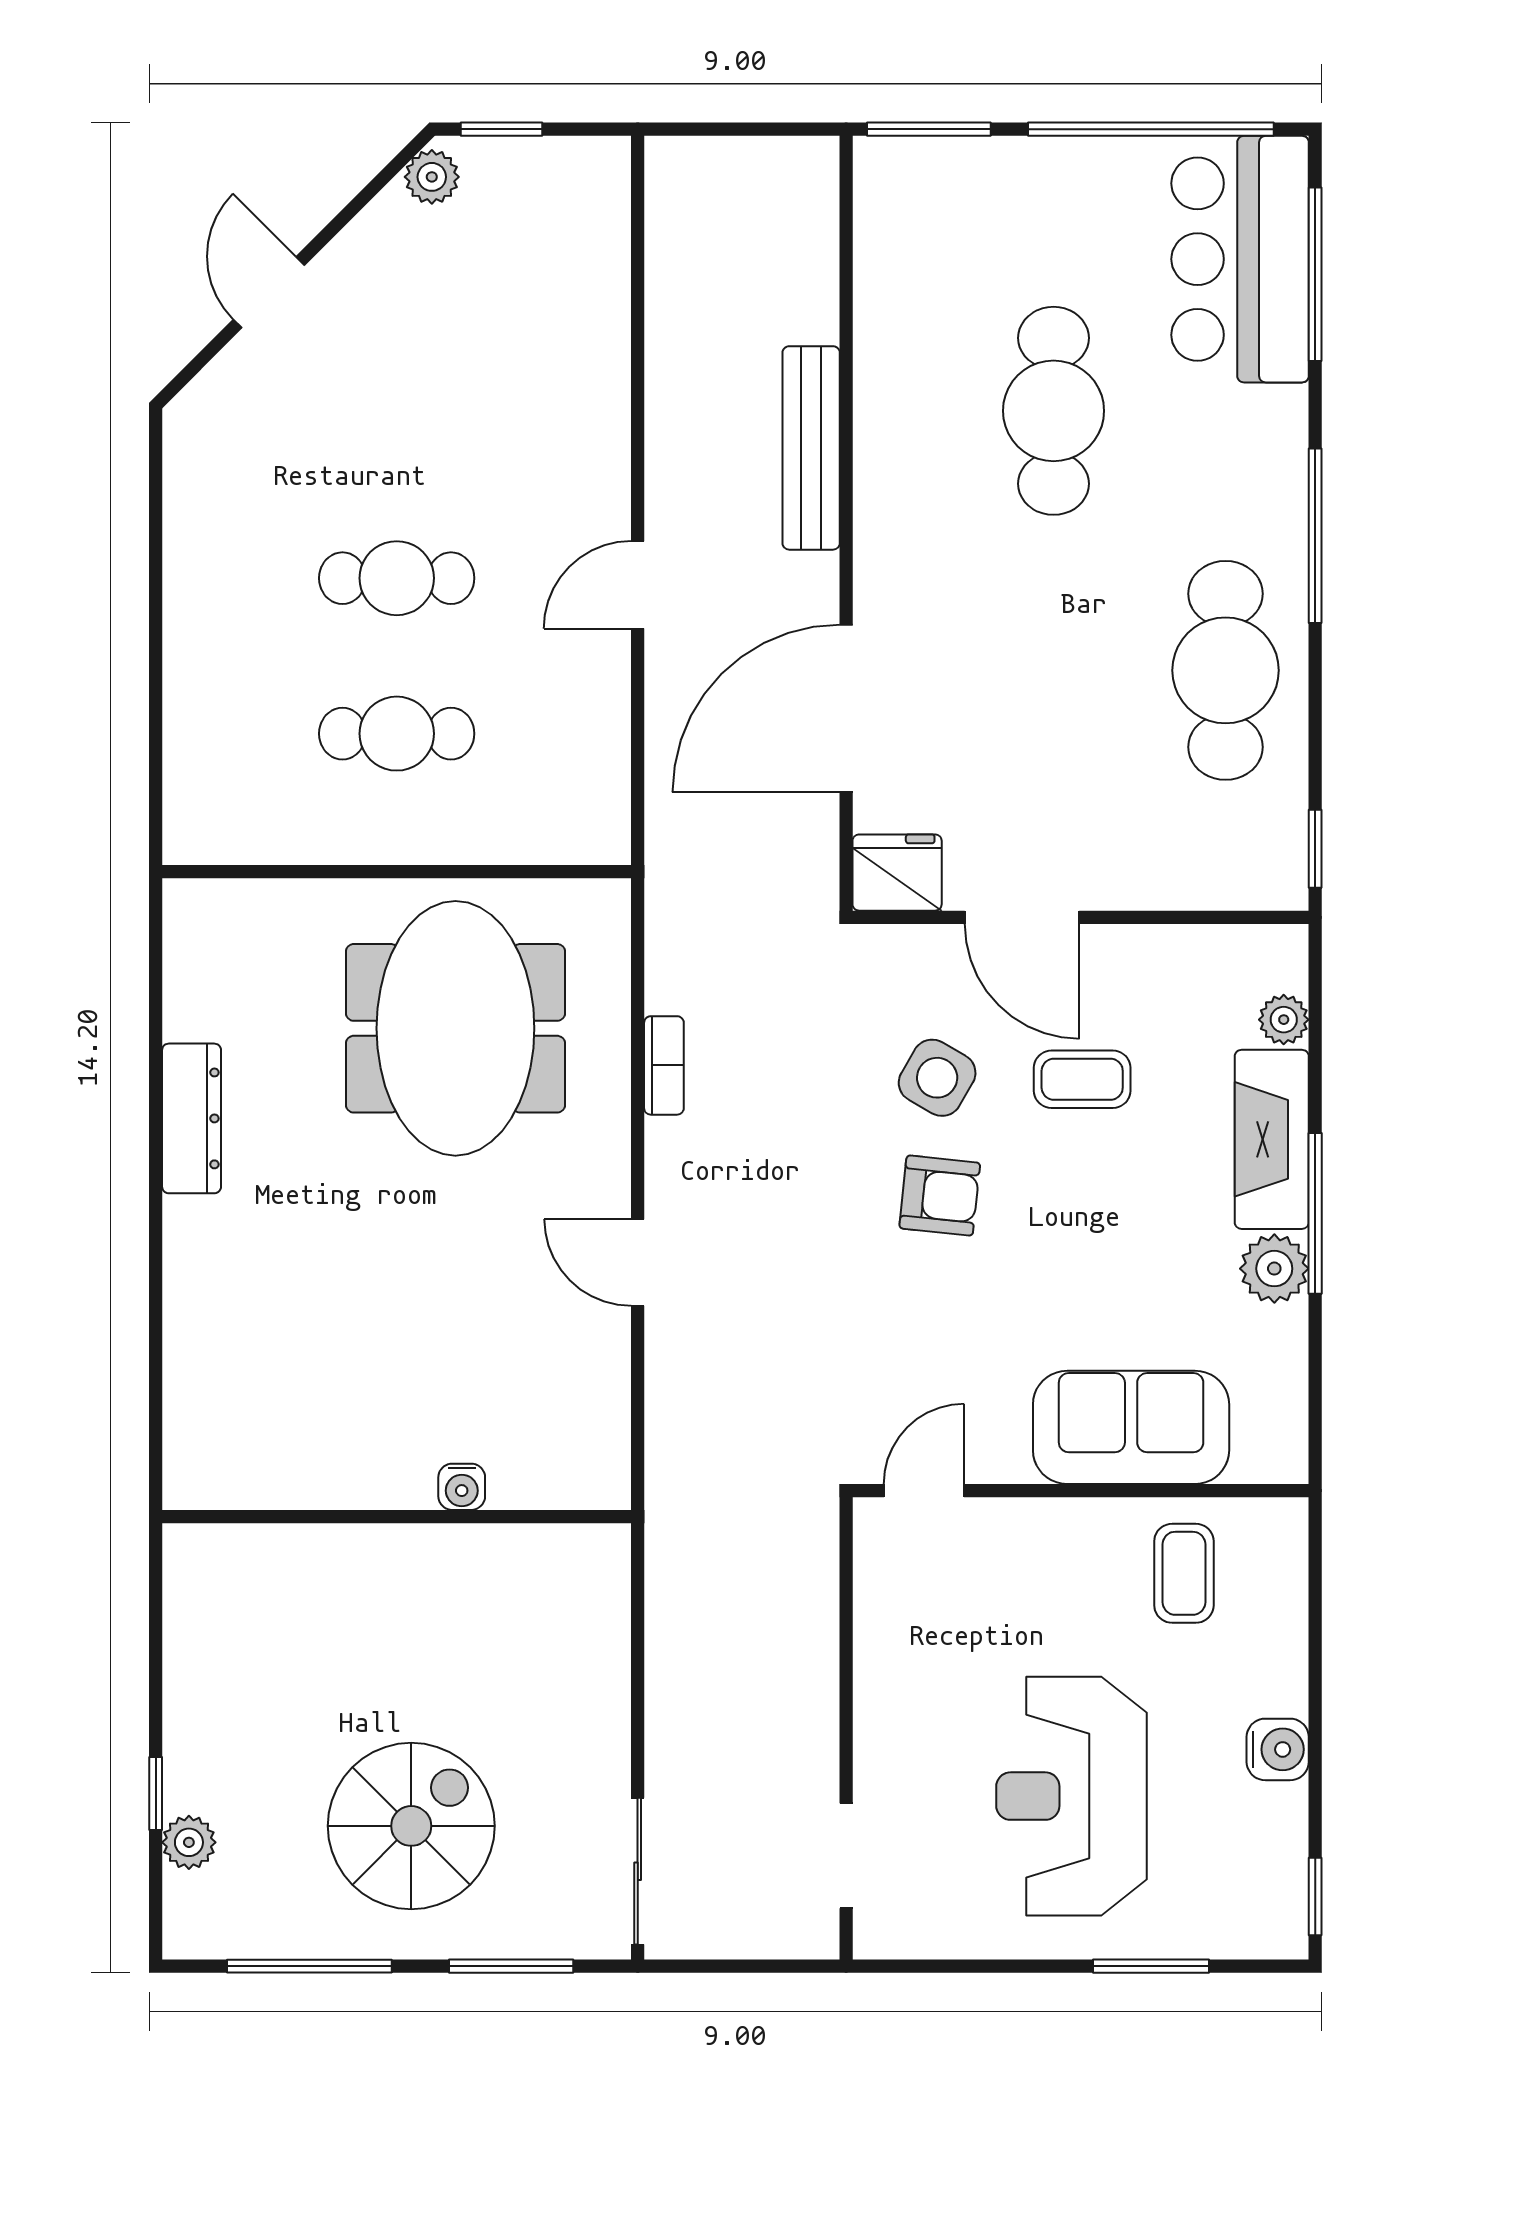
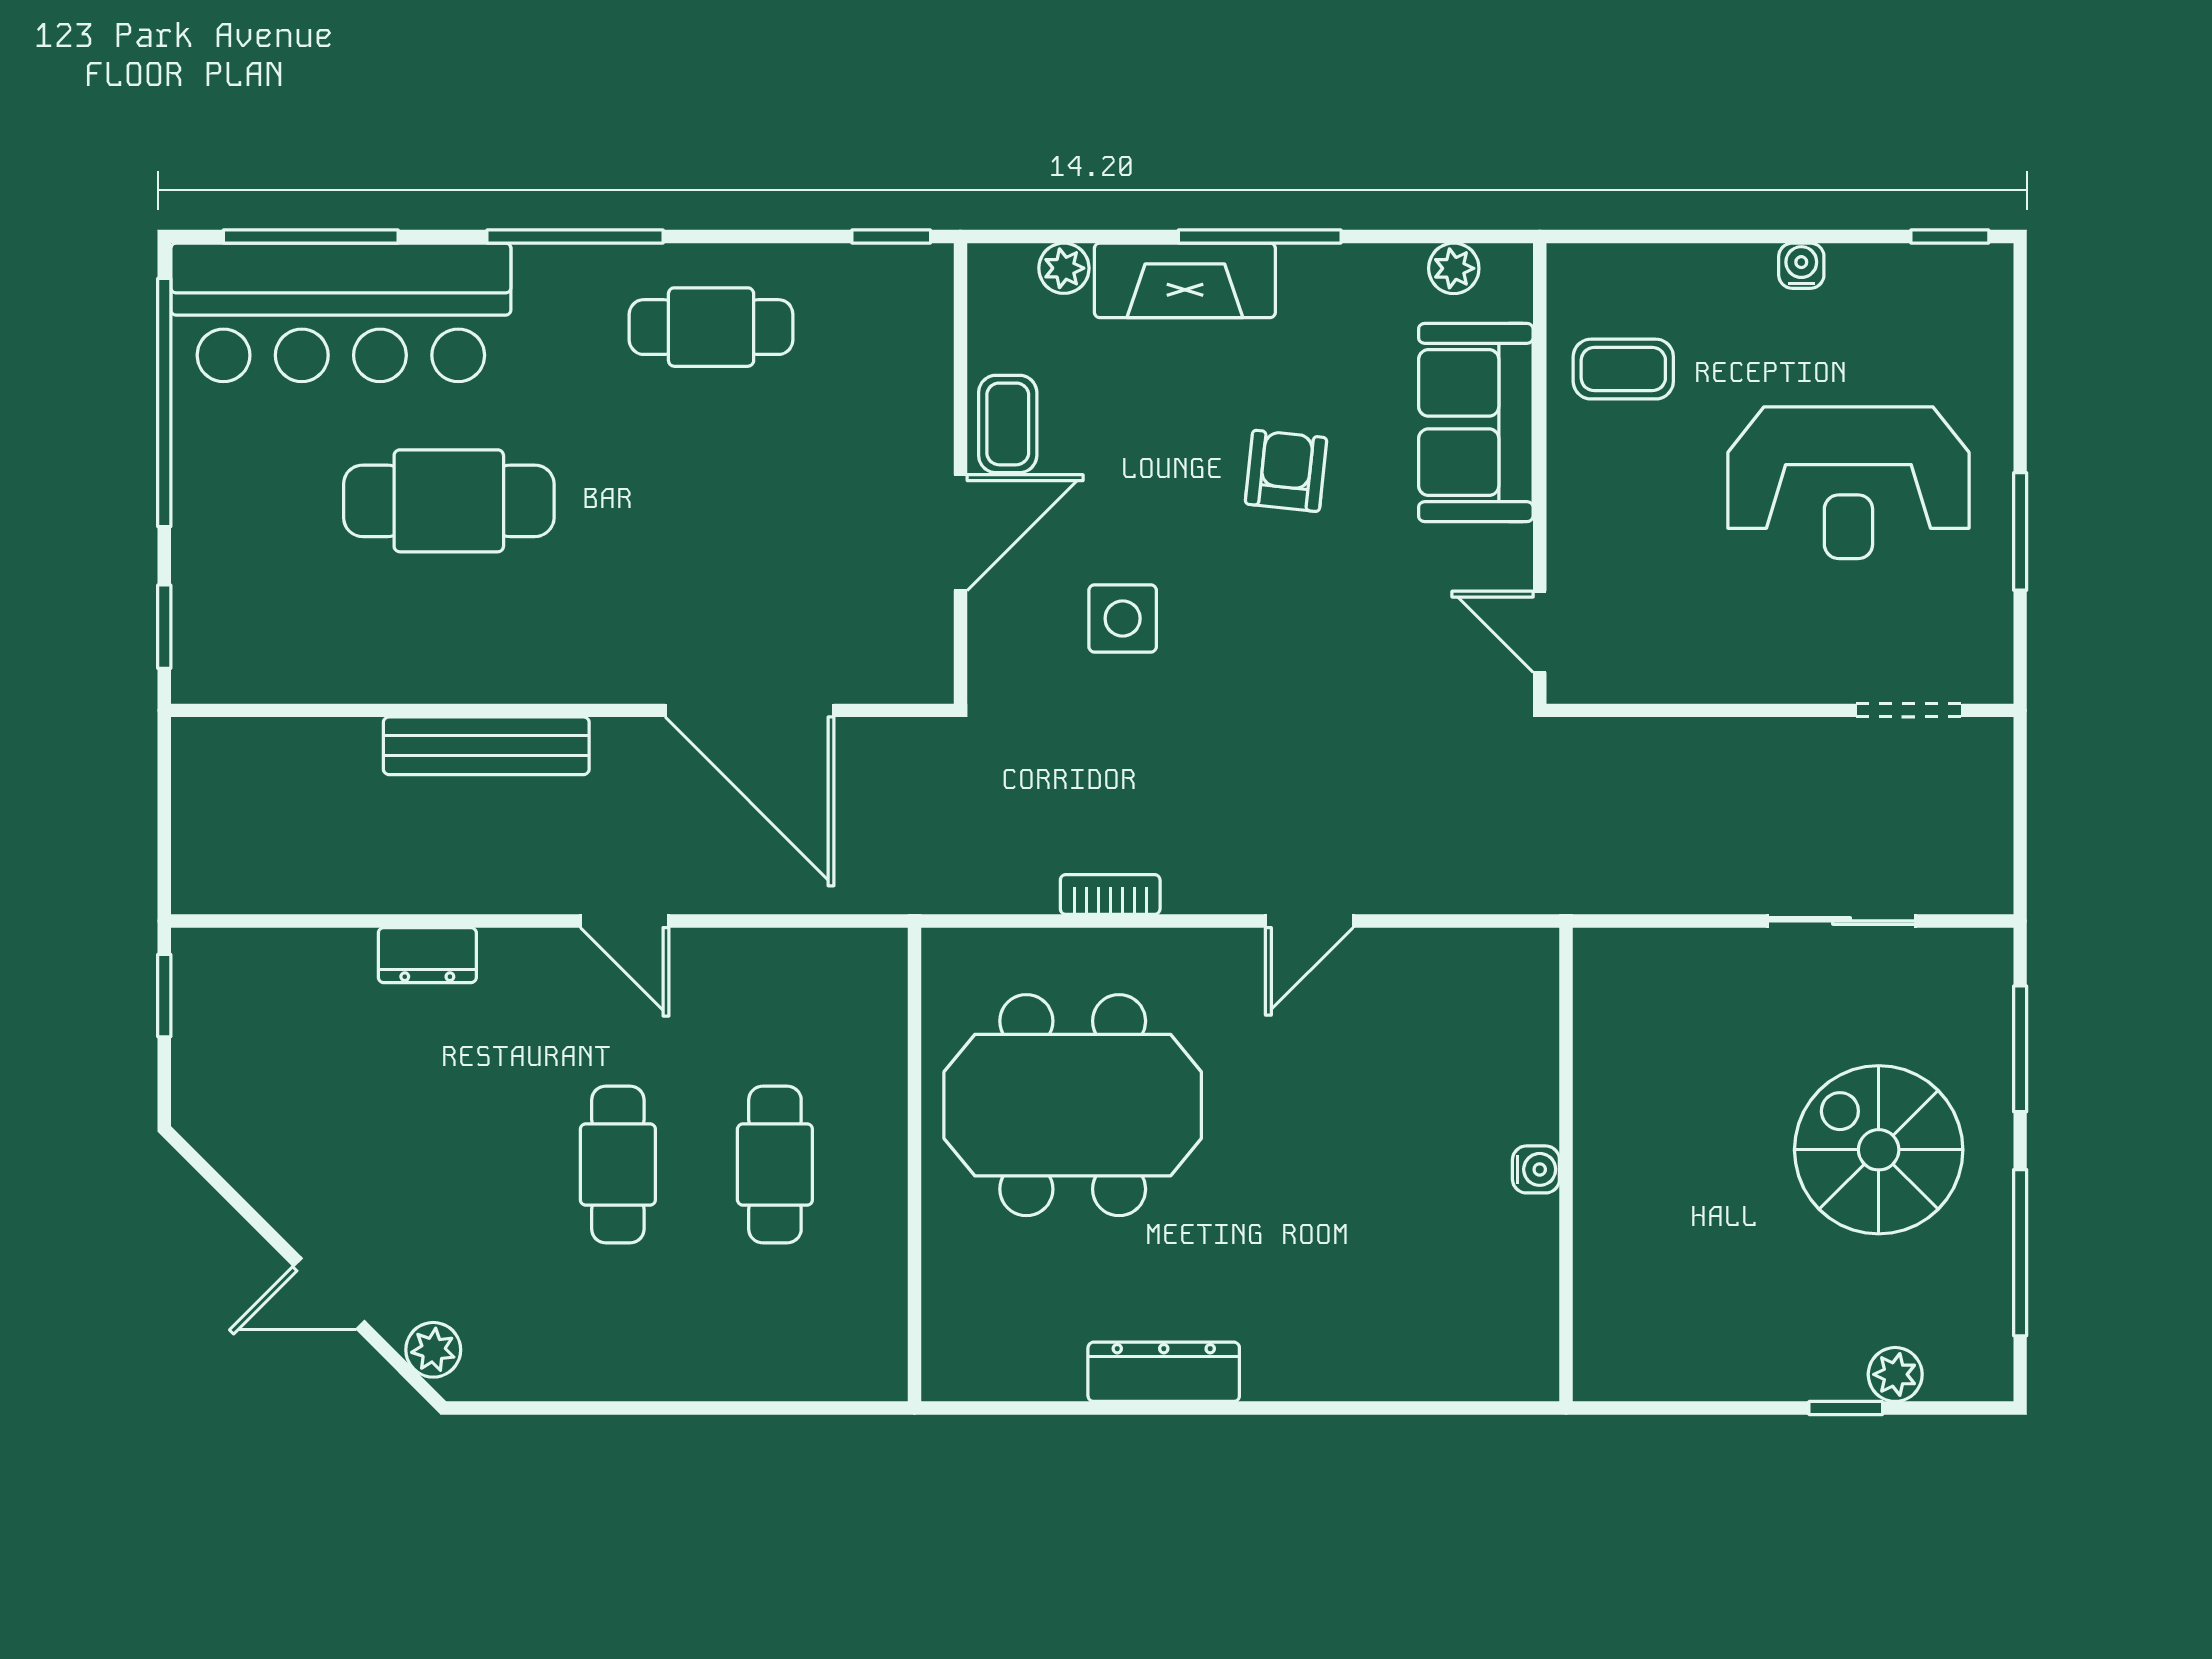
window: (502, 129) -> (164, 996), moved
window: (929, 129) -> (164, 627), width x0.67
plant: (432, 177) -> (433, 1350), moved
bar counter: (1240, 259) -> (341, 312), width x1.36
dresser: (604, 390) -> (427, 955), added
cafe table: (1226, 670) -> (711, 327), width x0.73, depth x0.74
fridge: (897, 873) -> (915, 659), removed
side table: (937, 1078) -> (1123, 618), turned -30
coffee table: (1082, 1079) -> (1008, 424), moved
armchair: (940, 1196) -> (1286, 471), moved
plant: (1274, 1269) -> (1454, 268), moved, width x0.73, depth x0.73
water cooler: (462, 1487) -> (1536, 1169), moved
water cooler: (1278, 1749) -> (1801, 266), width x0.72, depth x0.72
sliding door: (638, 1871) -> (1842, 921), moved
window: (1151, 1966) -> (2020, 531), moved

